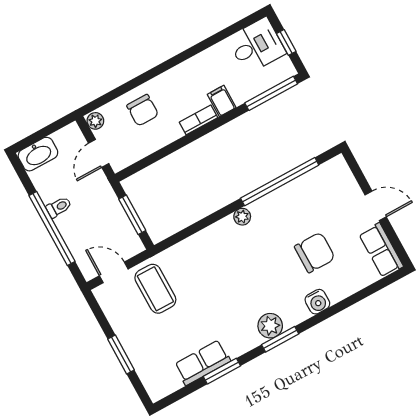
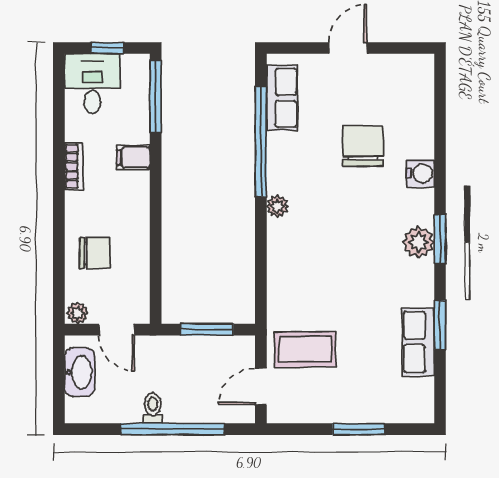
bookcase: (199, 120) -> (74, 166), moved, turned 180
washbasin: (38, 154) -> (80, 372), moved
row of seats: (381, 250) -> (282, 98), moved, turned -90

